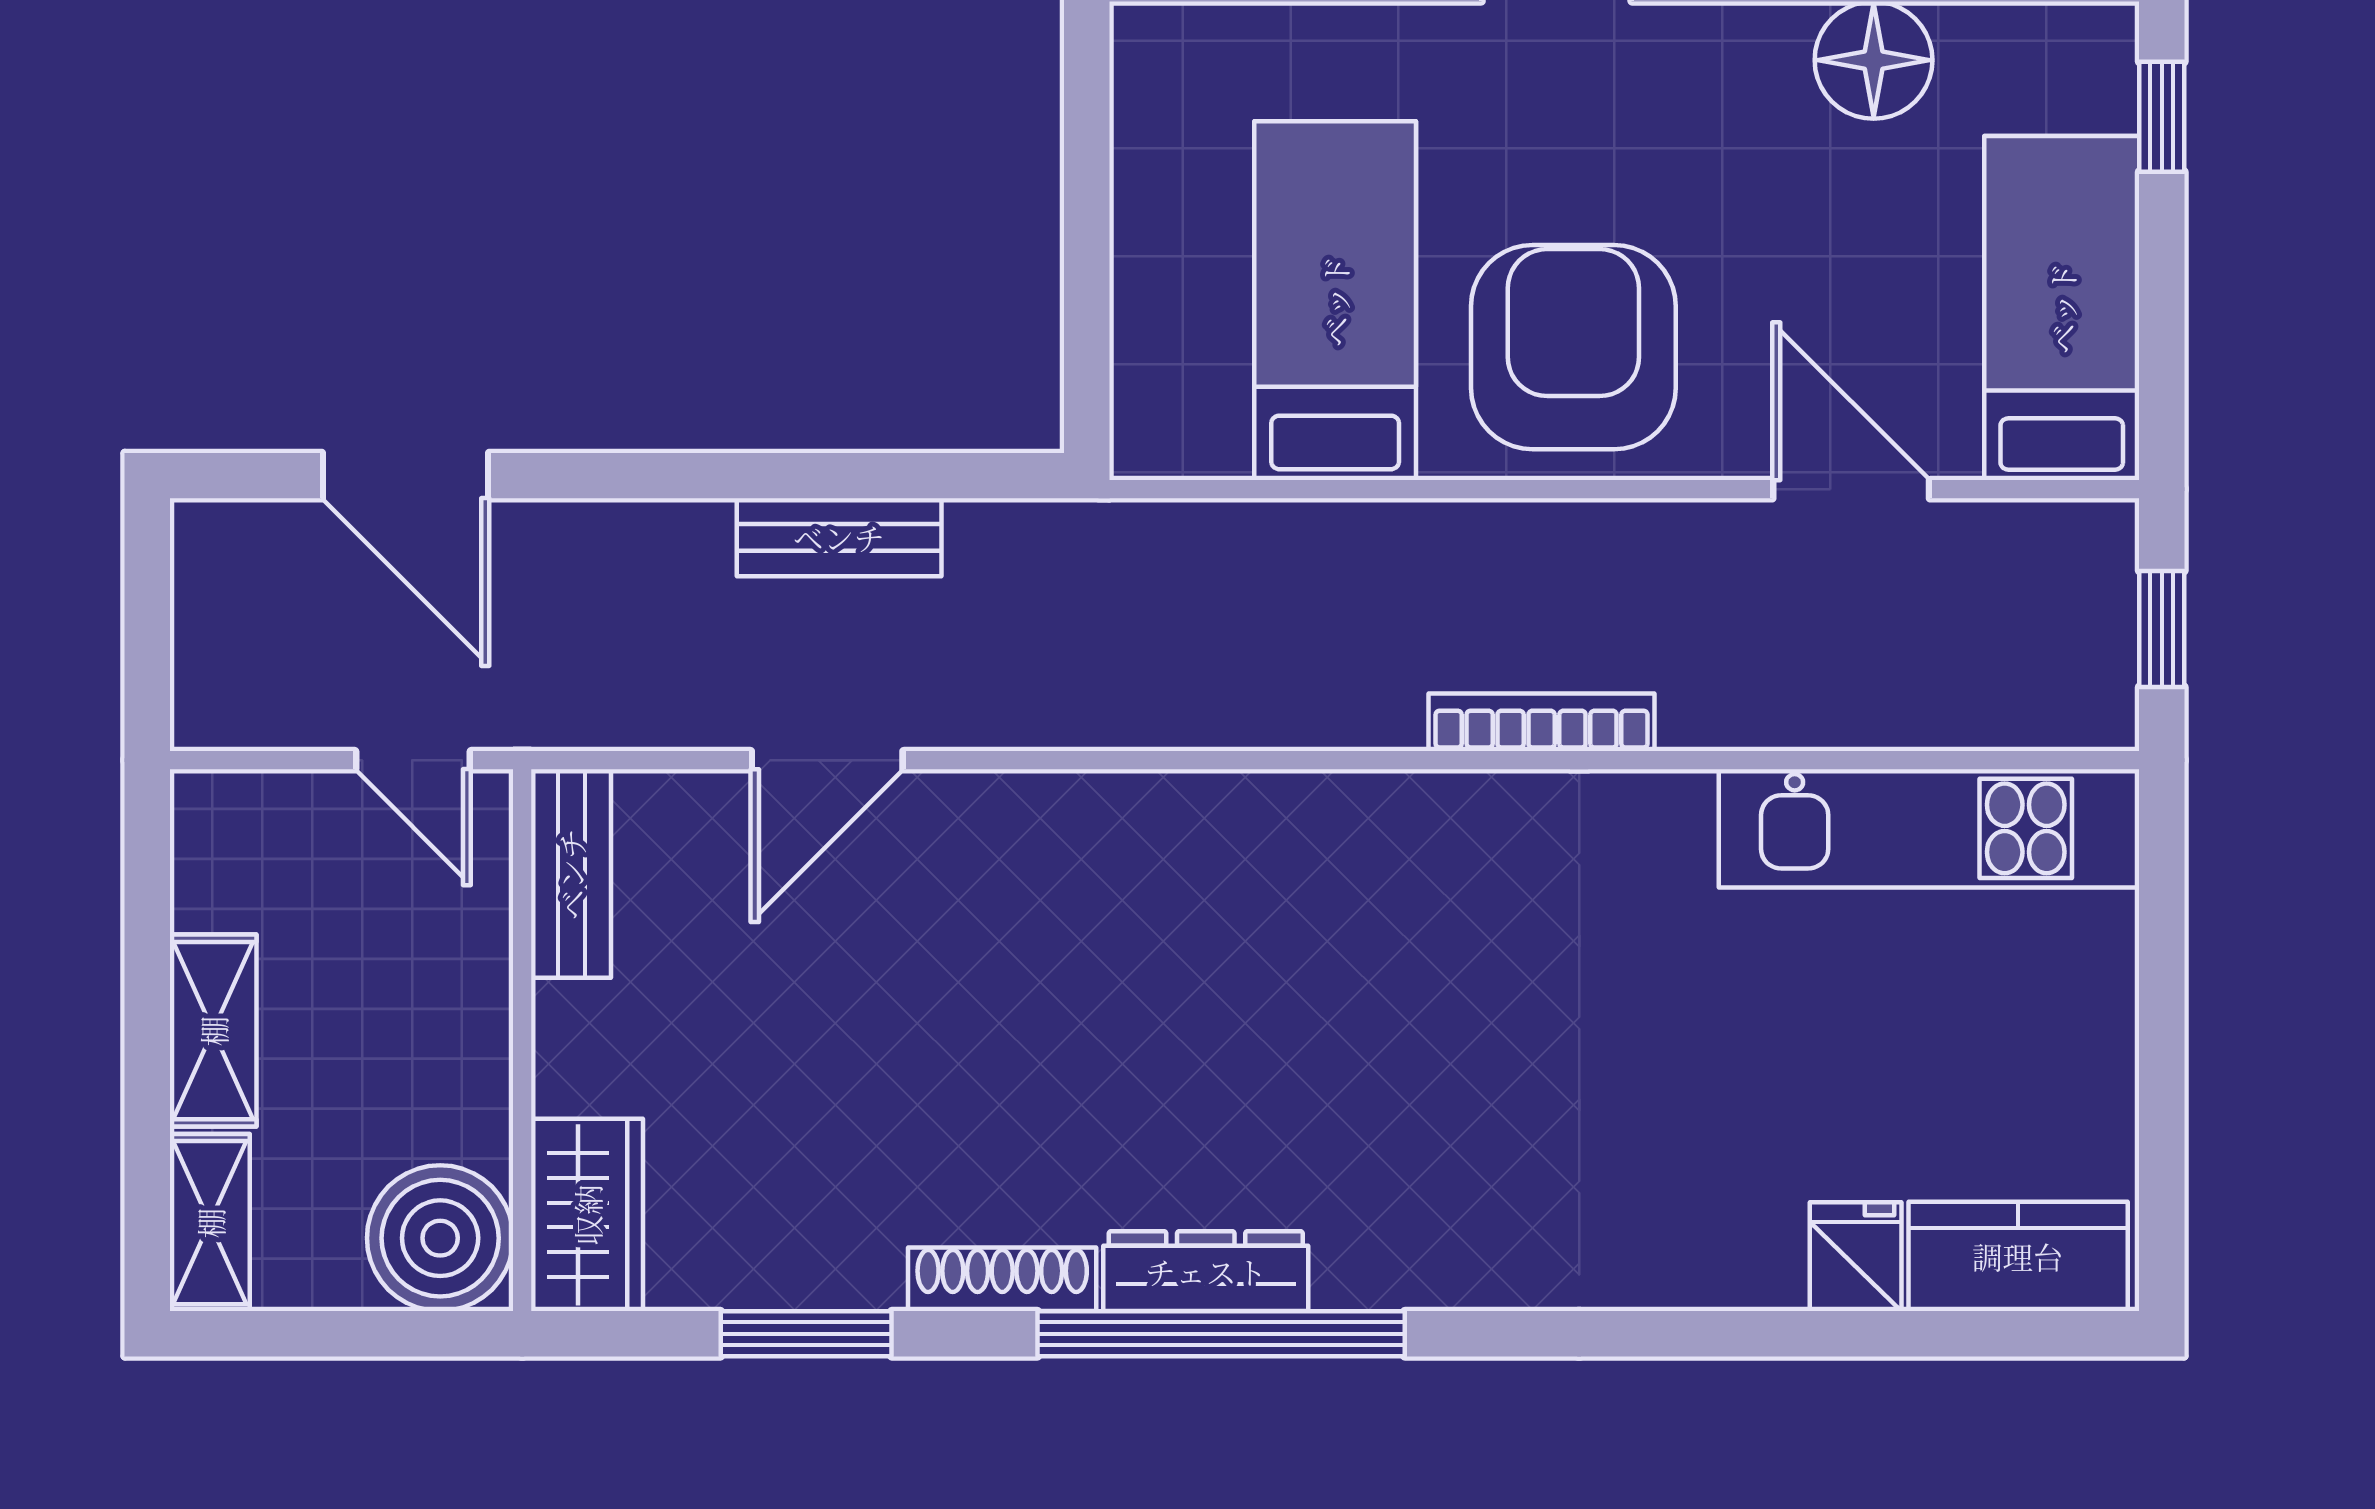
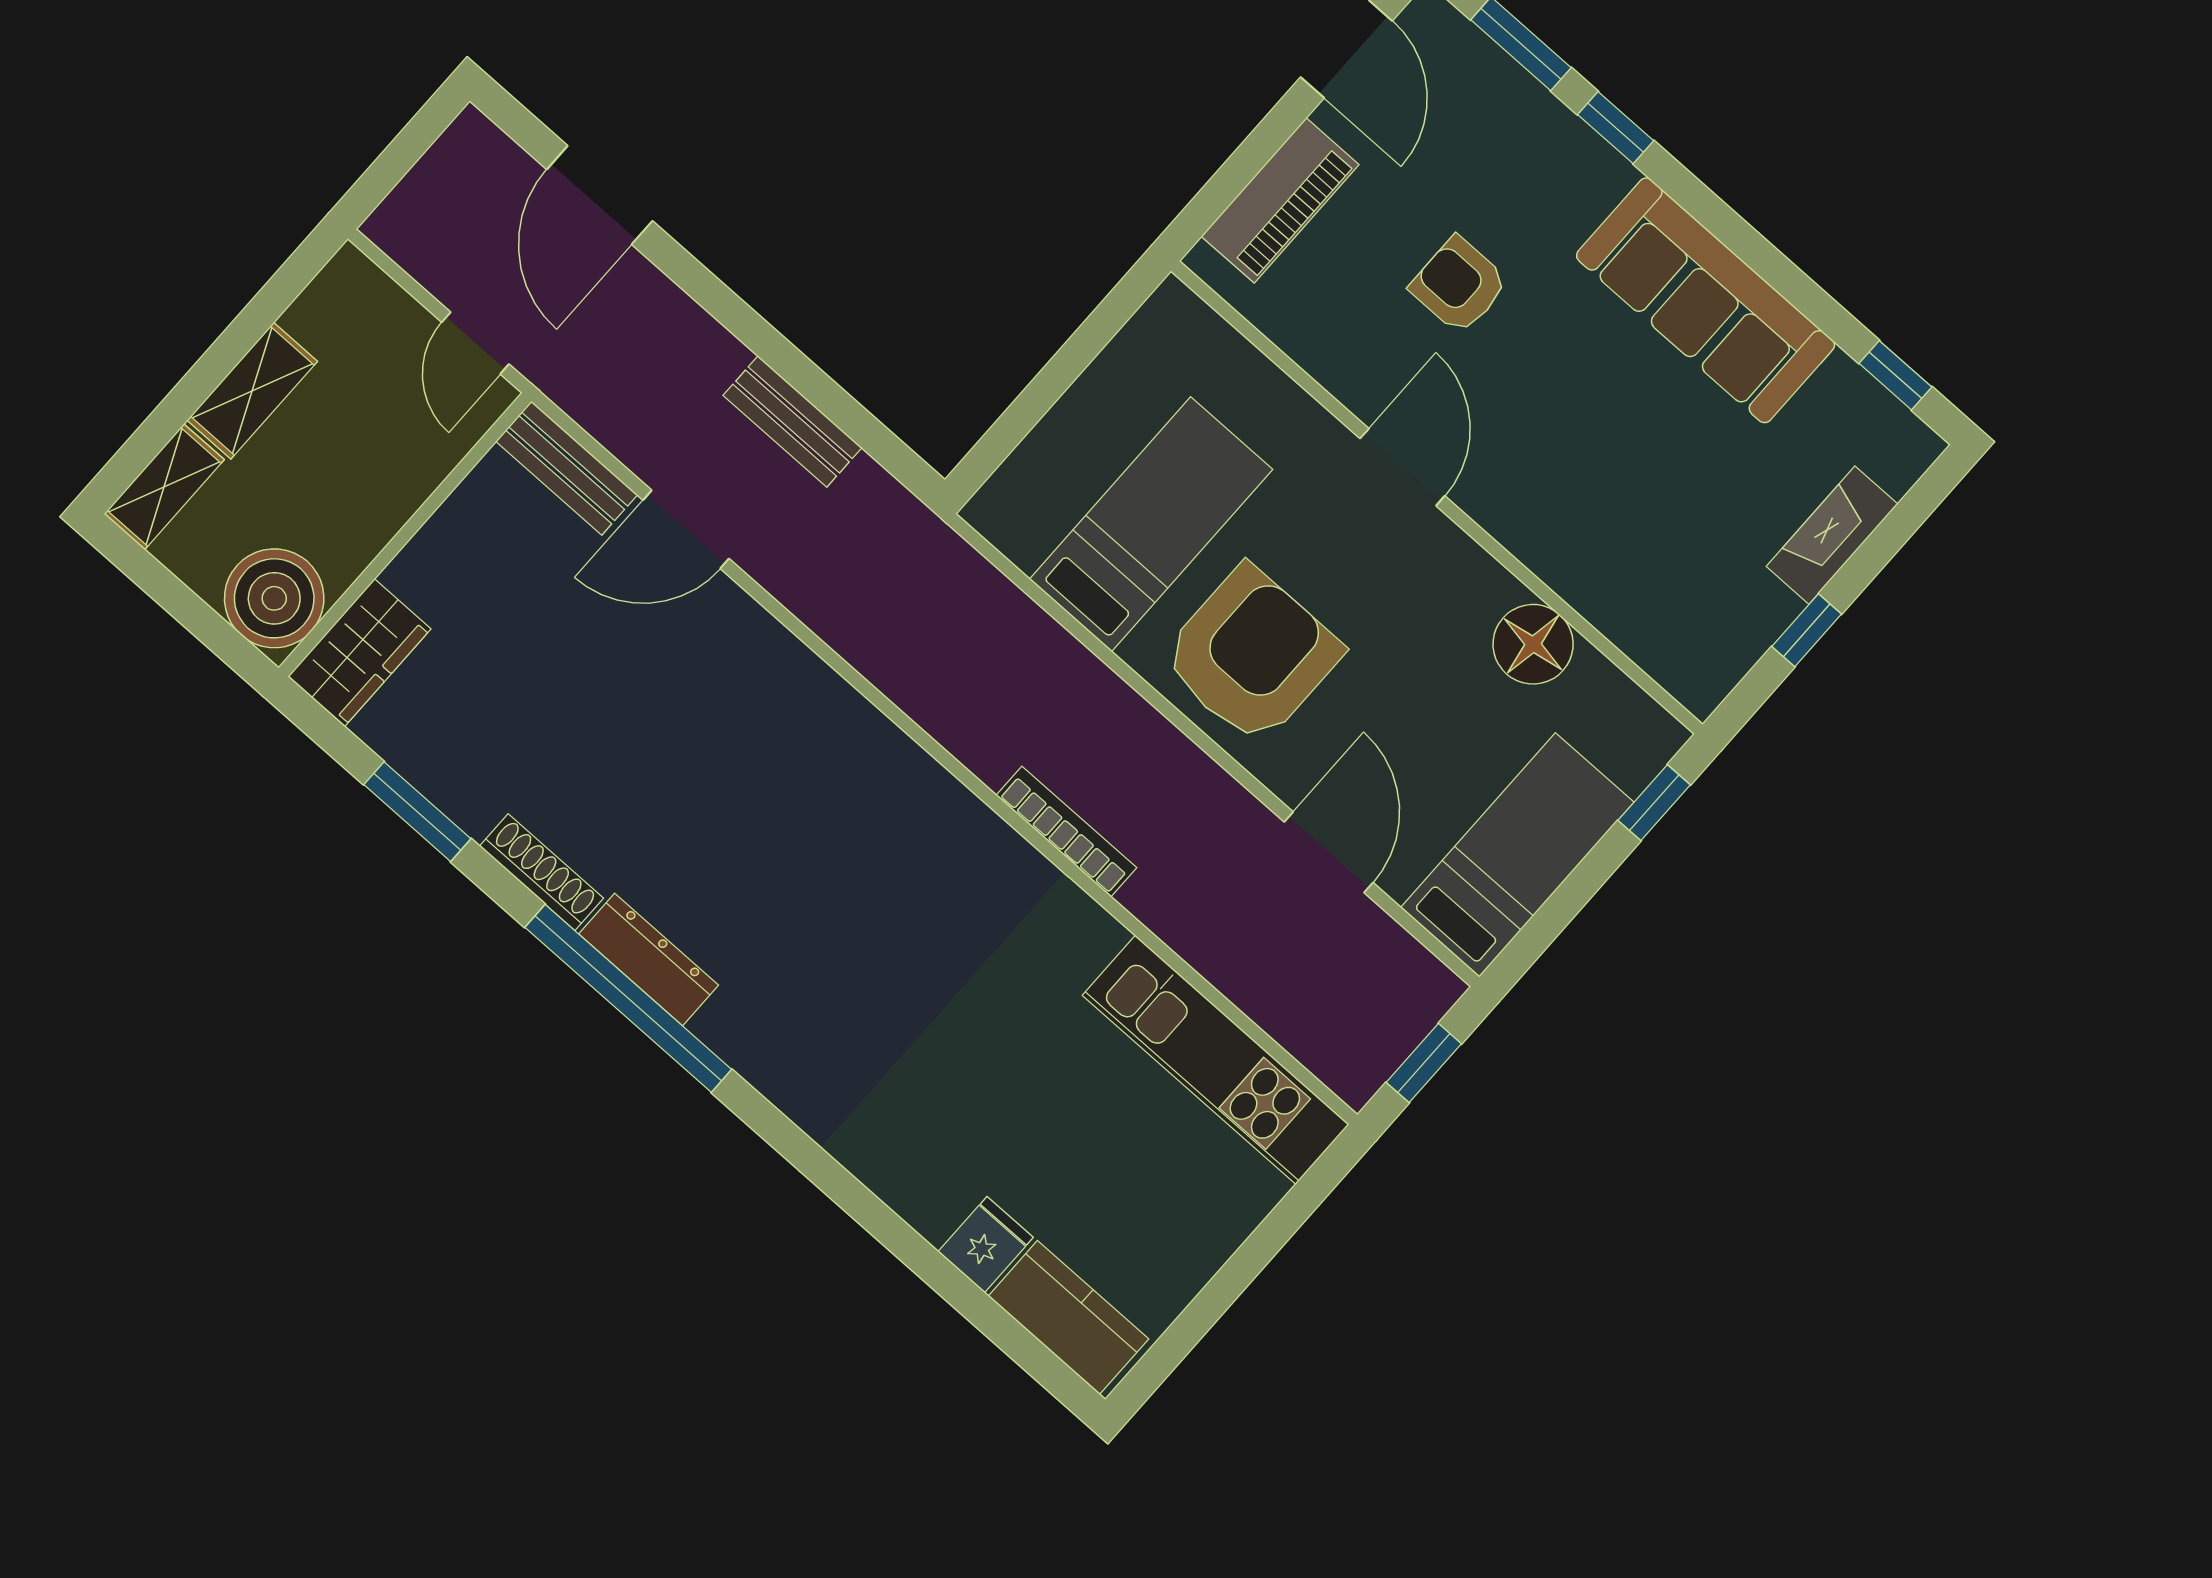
bench: (571, 874) -> (567, 468), moved, turned 90

